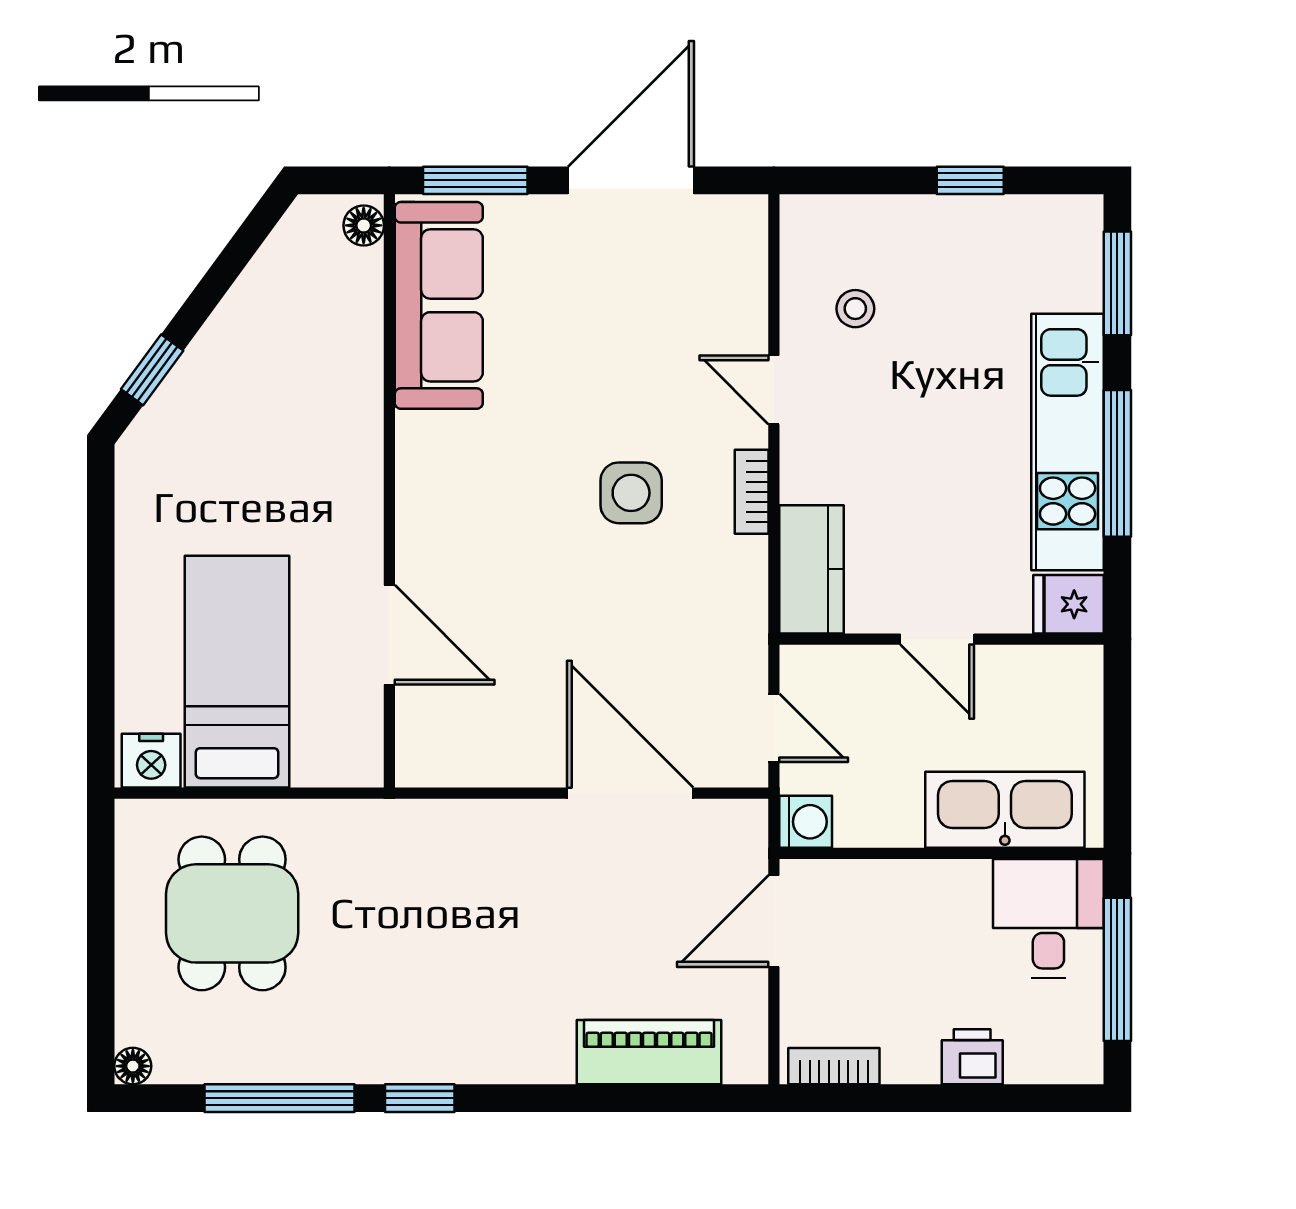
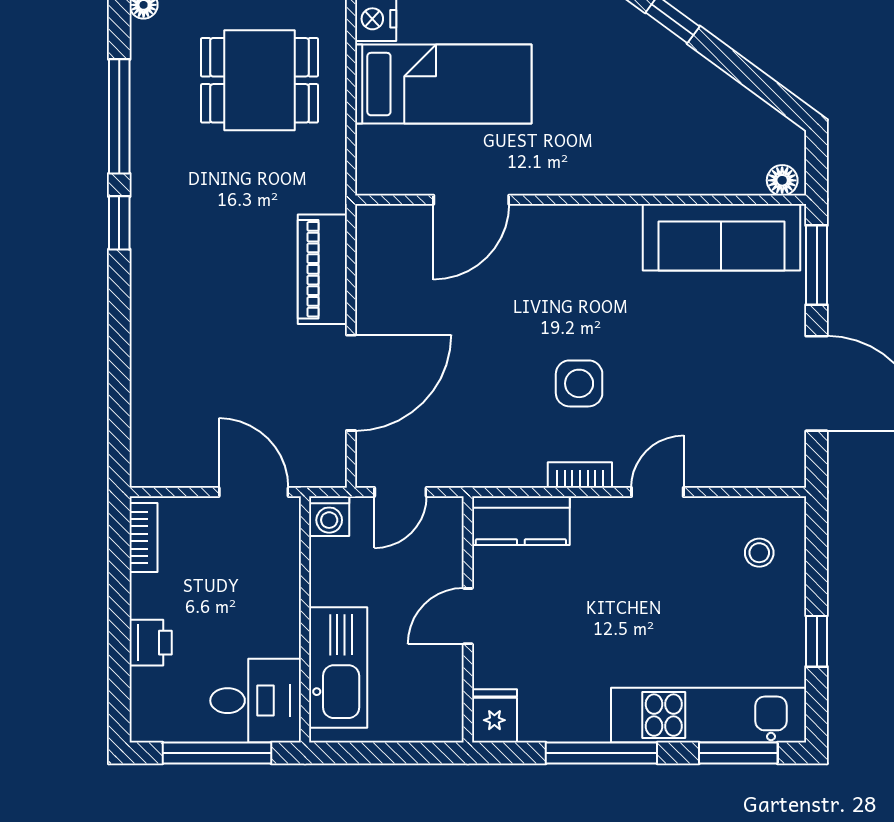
stool: (855, 309) -> (759, 553), moved
kitchen unit: (1068, 442) -> (709, 715), moved
piano: (649, 1052) -> (322, 269), moved, turned 180

